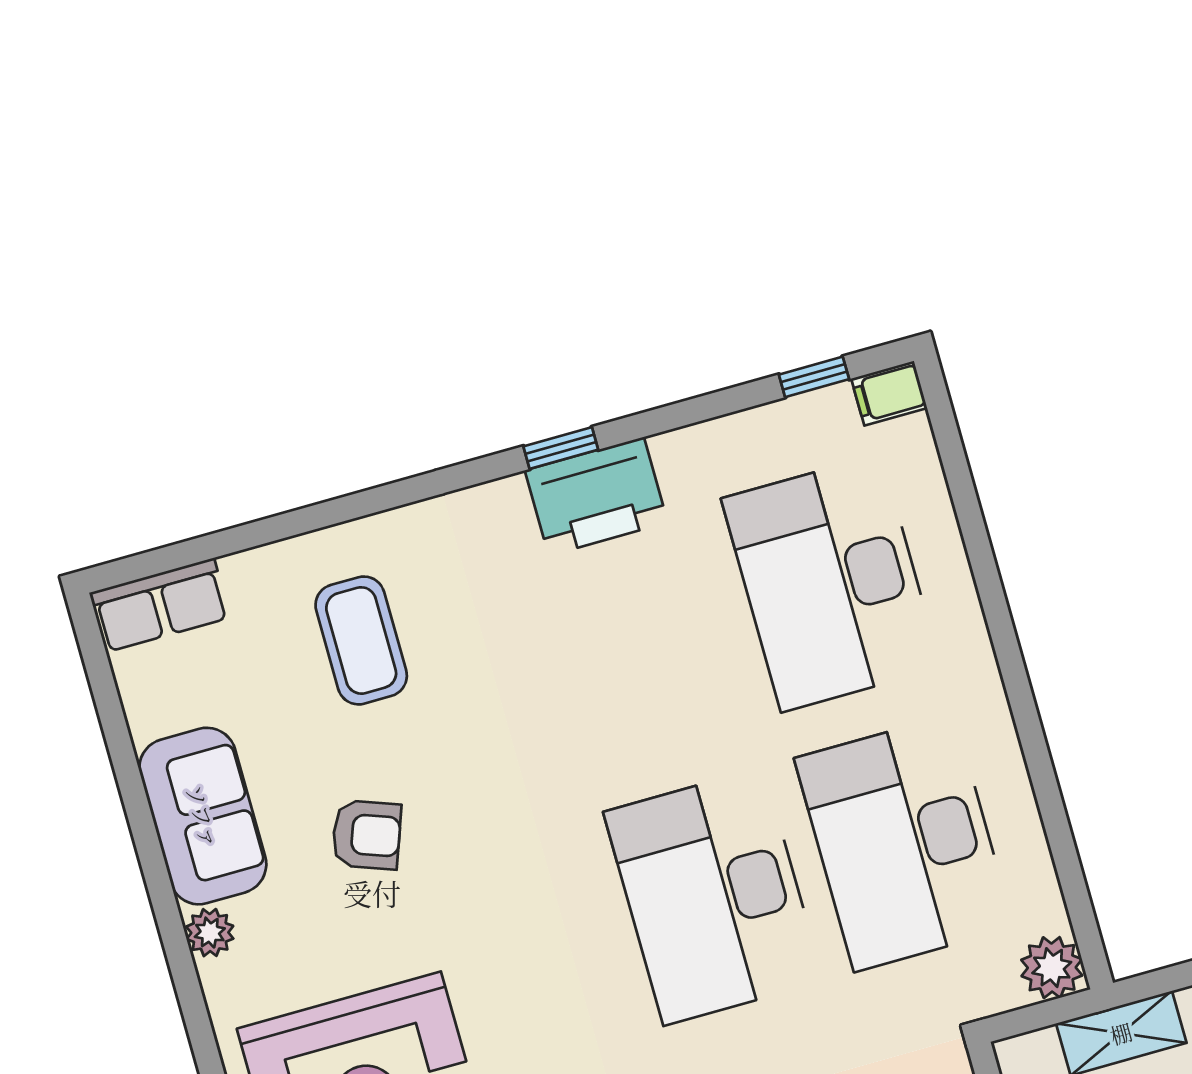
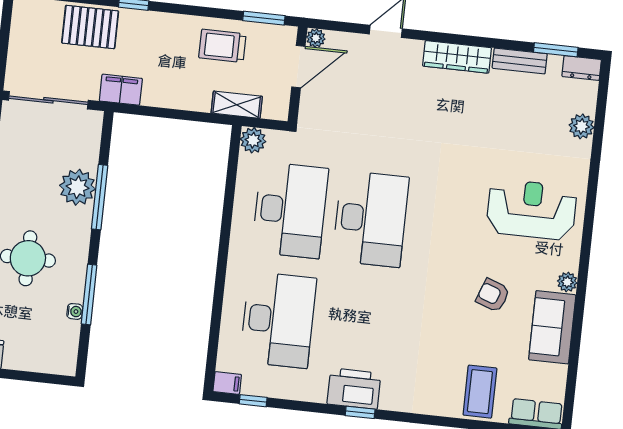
coffee table: (361, 640) -> (480, 392), moved

